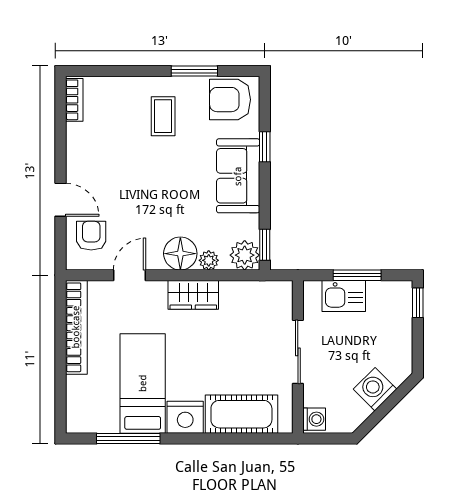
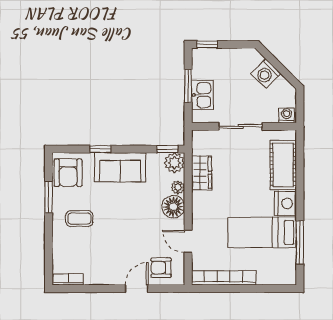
wardrobe: (193, 295) -> (202, 173), moved

